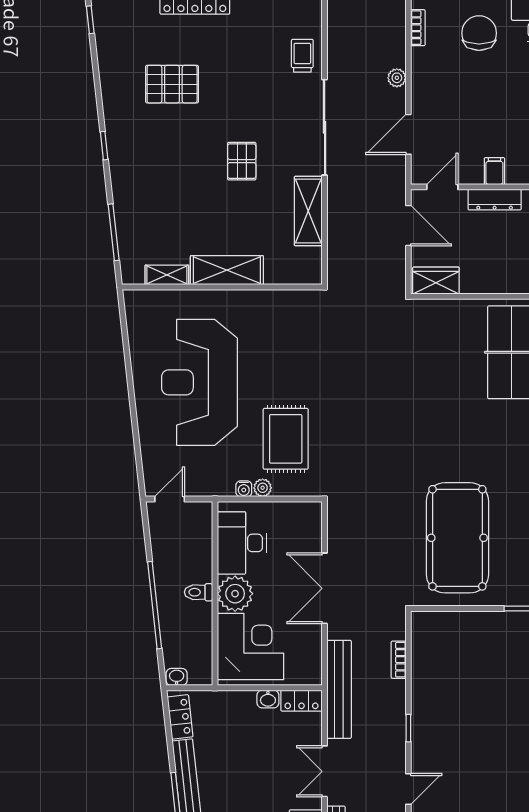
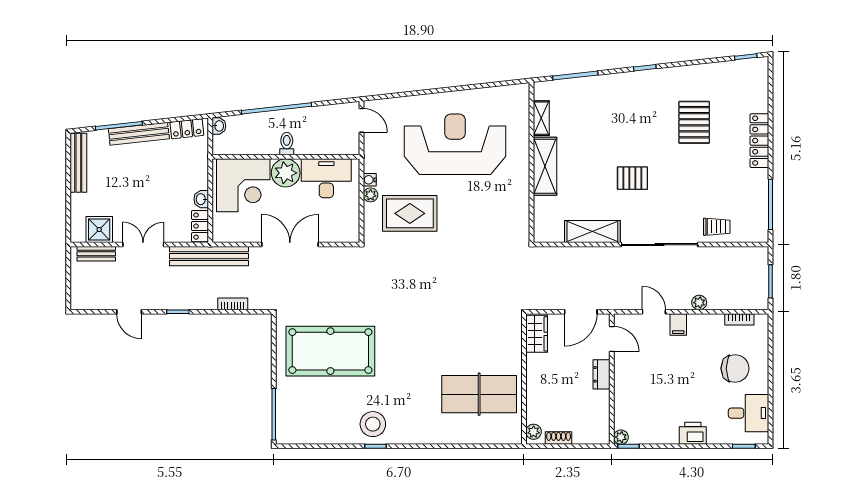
door: (408, 134) -> (654, 312), width x0.73
filing cabinet: (494, 171) -> (678, 324), moved, turned 90
dresser: (495, 200) -> (602, 374), width x0.70

